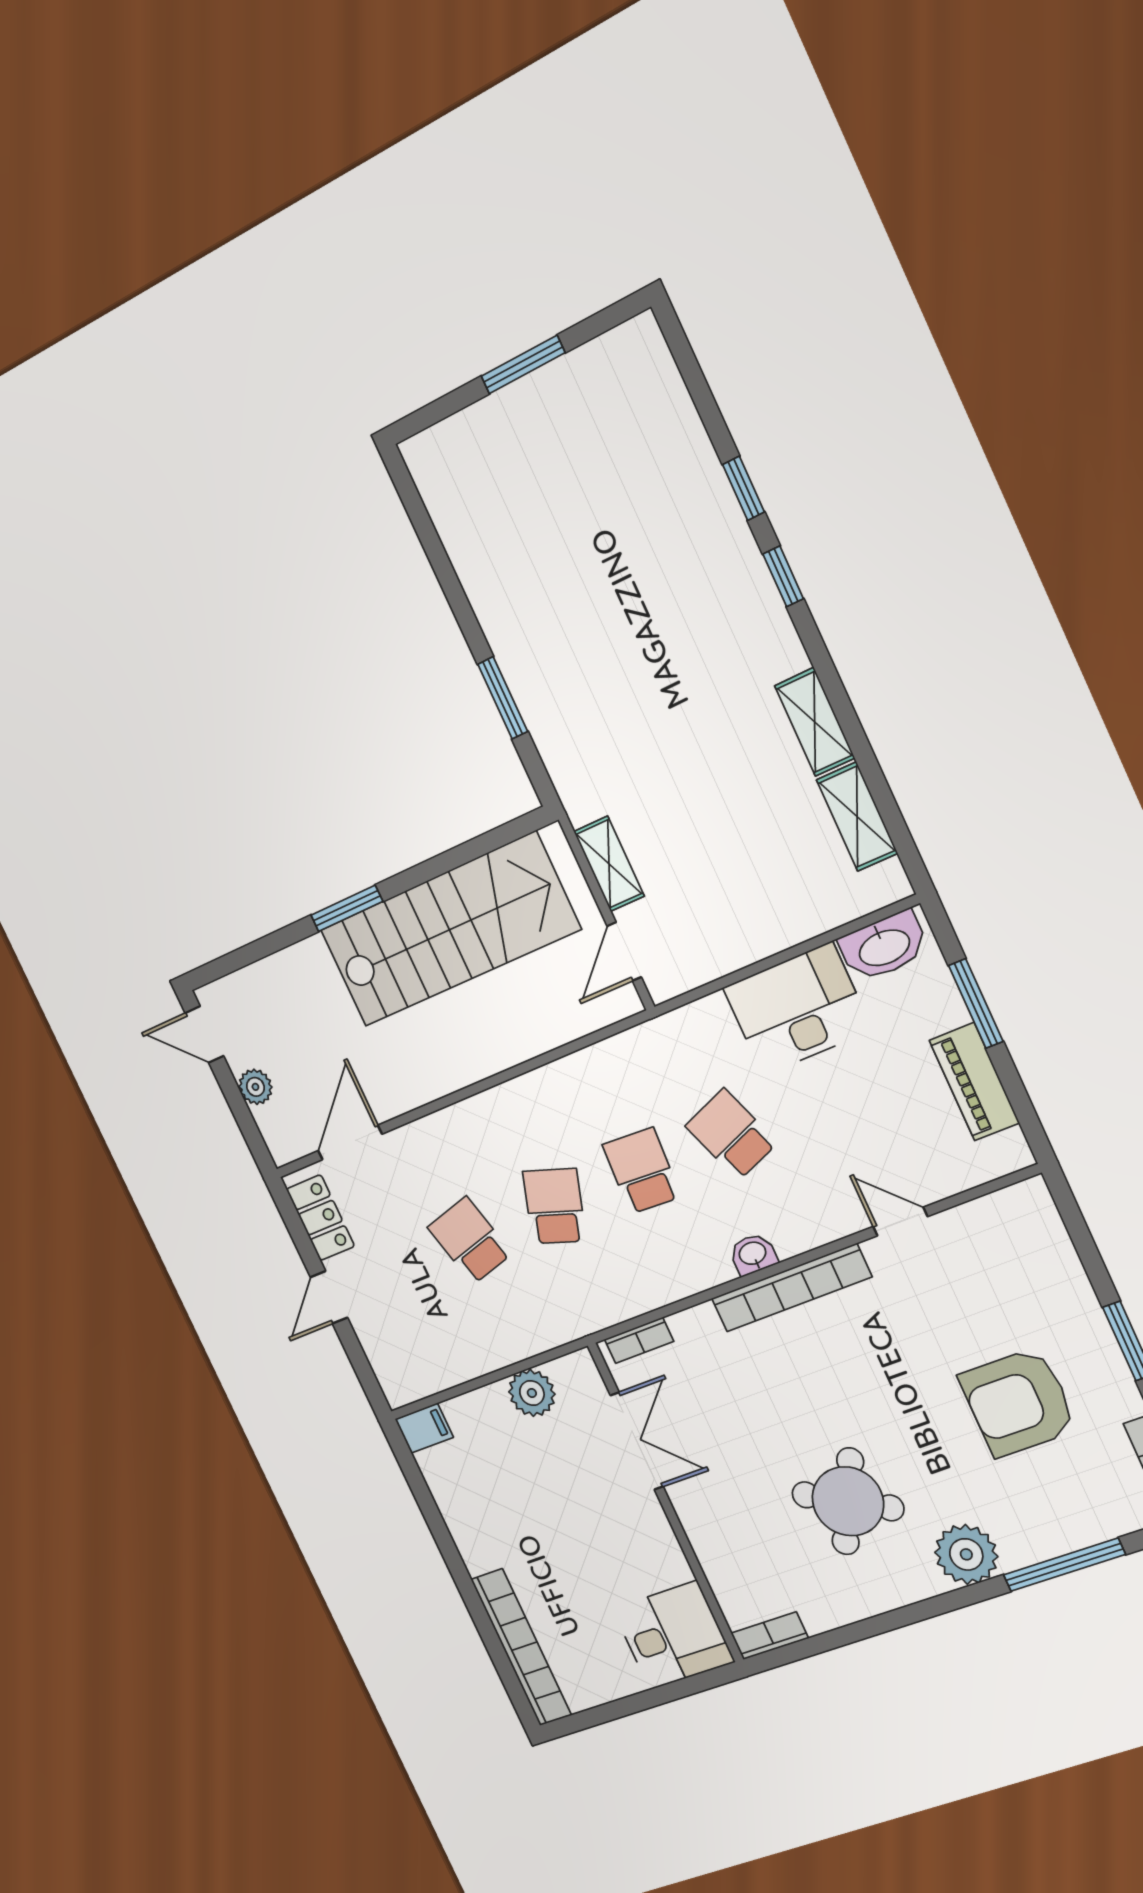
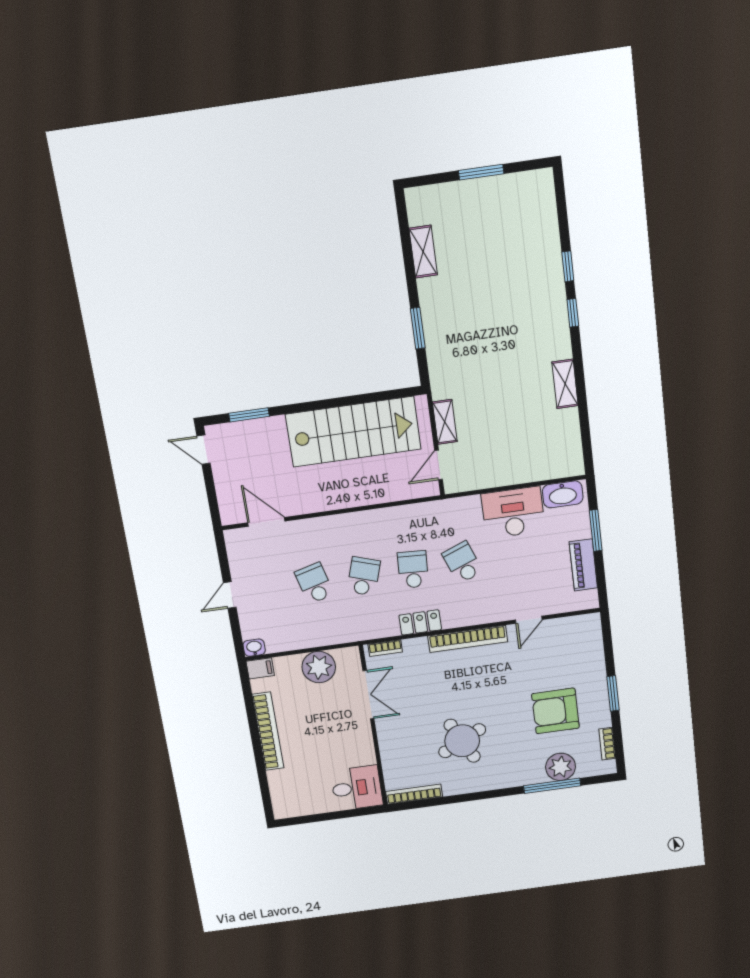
shelving: (857, 817) -> (423, 252), moved
window: (347, 908) -> (249, 415), moved
plant: (255, 1087) -> (224, 483), removed
door: (350, 1142) -> (266, 522), hinge flipped
locker: (320, 1218) -> (420, 622), moved, turned -90
door: (900, 1222) -> (529, 620), swing flipped
washbasin: (753, 1254) -> (254, 648), moved
plant: (532, 1393) -> (319, 667), width x1.36, depth x1.36
round table: (848, 1501) -> (462, 741), turned 35
plant: (966, 1554) -> (561, 767), moved
bookcase: (770, 1636) -> (414, 794), width x1.56
bookcase: (521, 1647) -> (268, 731), moved

